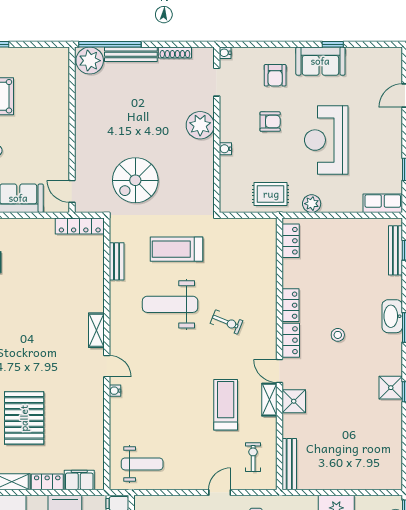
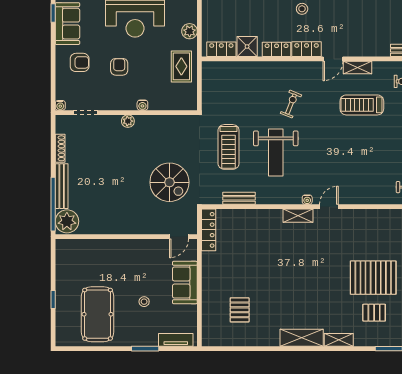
plant: (200, 125) -> (128, 121), width x0.53, depth x0.53
water cooler: (115, 391) -> (307, 200), moved
shower: (294, 401) -> (247, 46), moved

